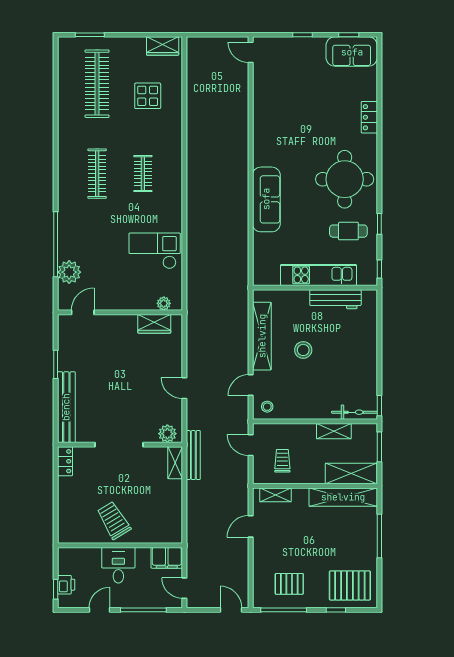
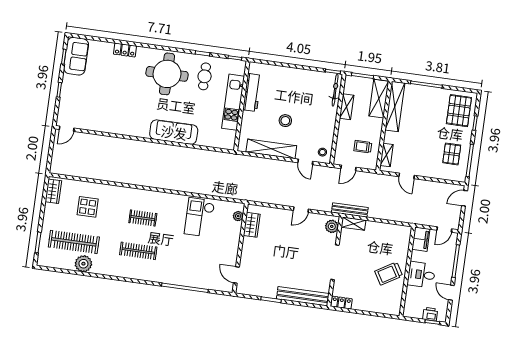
plant: (69, 272) -> (83, 264), moved

